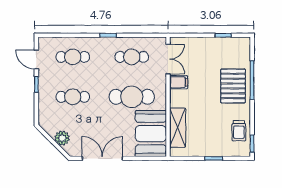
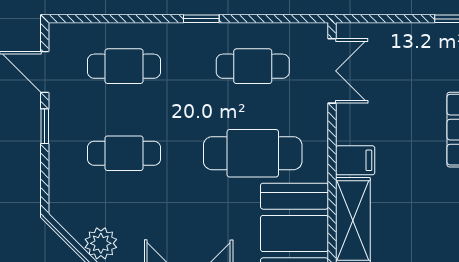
filing cabinet: (179, 82) -> (355, 160), moved

